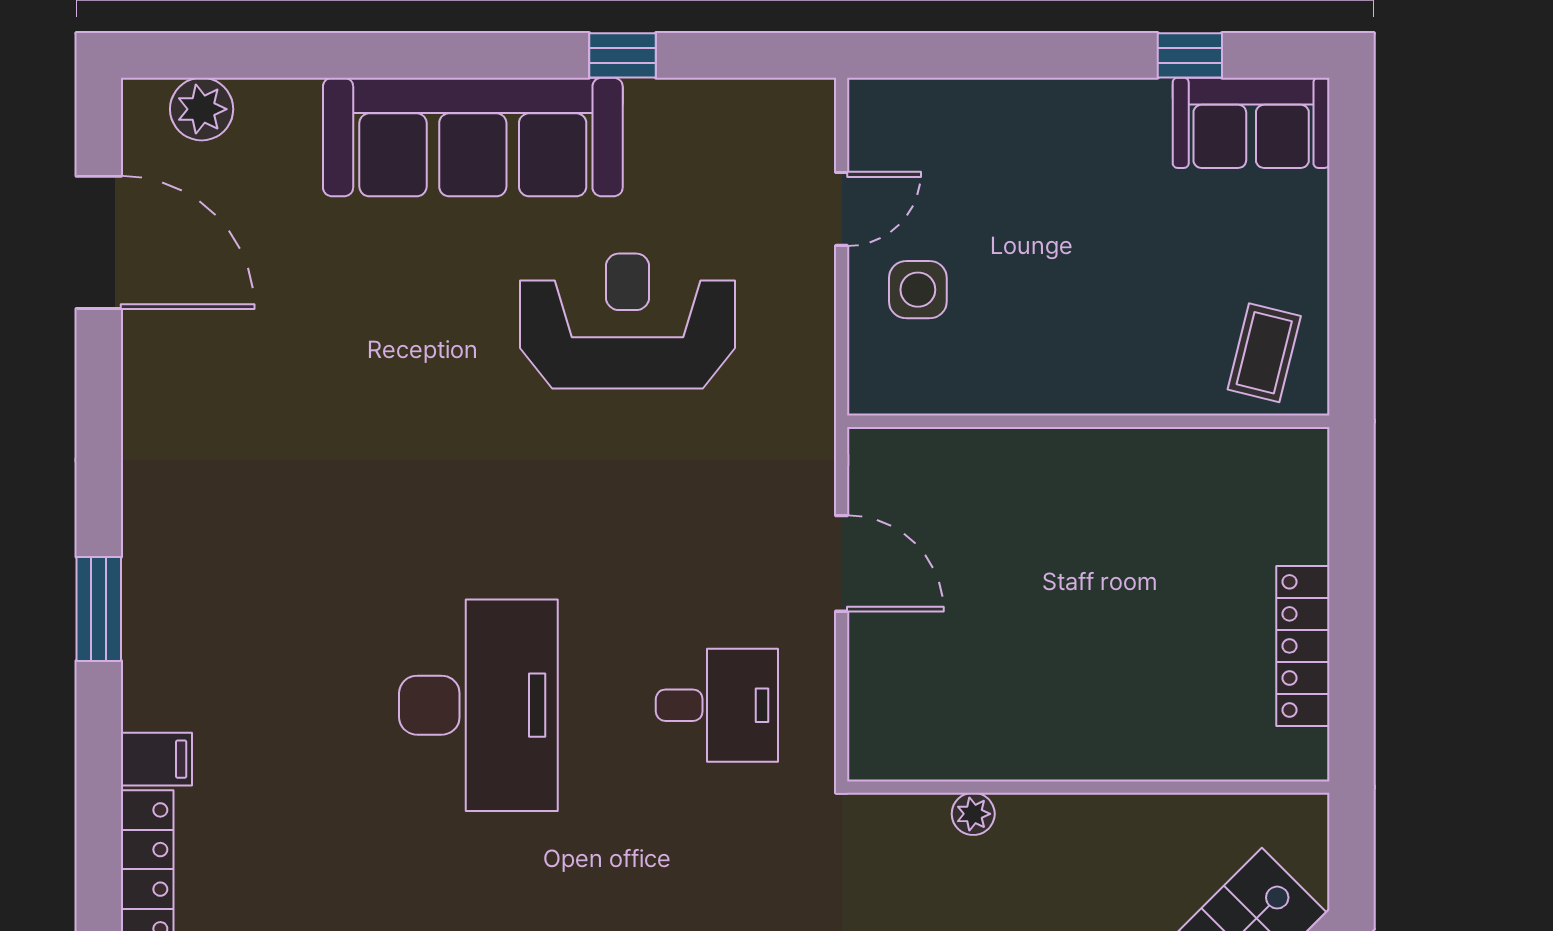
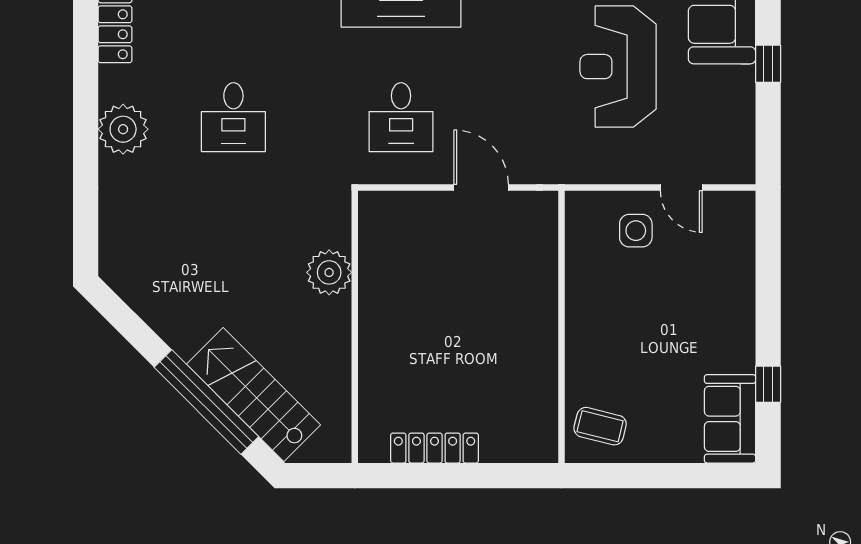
reception desk: (628, 321) -> (618, 67), turned 180
door: (842, 563) -> (481, 188), swing flipped
plant: (973, 814) -> (329, 272), width x1.88, depth x1.88

